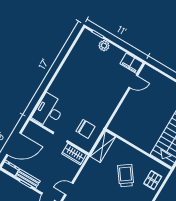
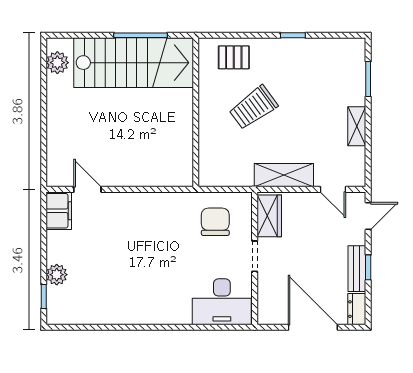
shelving: (103, 147) -> (284, 175), moved

